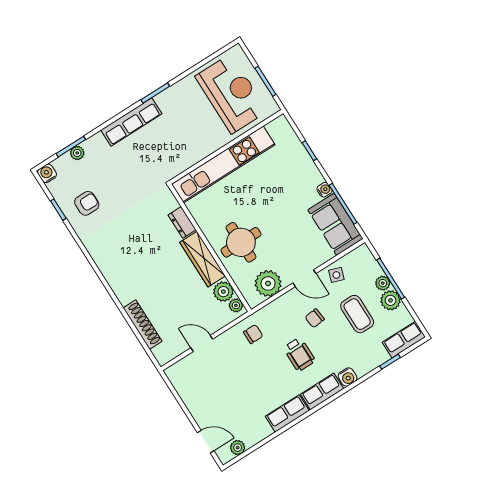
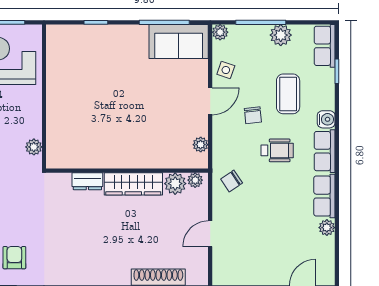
plant: (182, 164) -> (34, 147), added
kitchen unit: (223, 164) -> (58, 110), removed
water cooler: (324, 190) -> (140, 31), removed
round table: (241, 242) -> (140, 139), removed
plant: (268, 283) -> (201, 145), width x0.53, depth x0.53
plant: (383, 283) -> (220, 32), moved
coffee table: (357, 314) -> (288, 94), moved, turned 90
chair: (253, 334) -> (232, 181), turned -124
plant: (238, 448) -> (327, 228), moved

